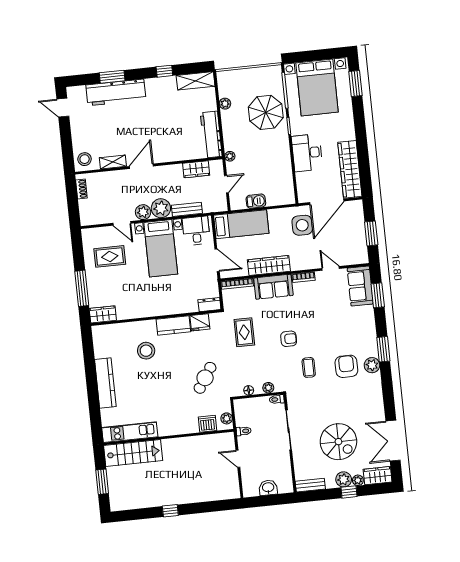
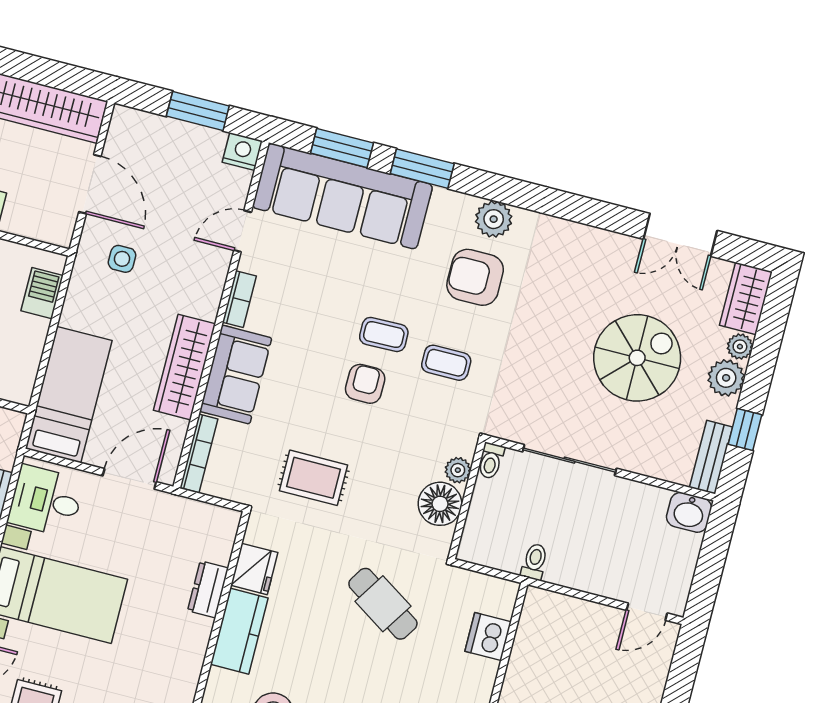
barbecue: (256, 201) -> (42, 293), moved
door: (327, 202) -> (90, 184), width x0.73
side table: (302, 225) -> (122, 259), width x0.54, depth x0.54
nightstand: (362, 257) -> (242, 152), added
sofa: (360, 286) -> (342, 196), width x1.85, depth x1.27
dresser: (209, 305) -> (208, 589), moved
coffee table: (311, 339) -> (384, 334), added
window: (383, 349) -> (422, 169), moved
floor lamp: (249, 390) -> (440, 504), width x1.89, depth x1.89
plant: (227, 418) -> (492, 589), removed
double door: (393, 441) -> (680, 235), width x0.73
door: (238, 459) -> (647, 612), moved
washbasin: (268, 488) -> (689, 512), moved, turned -90
window: (349, 492) -> (745, 430), moved

